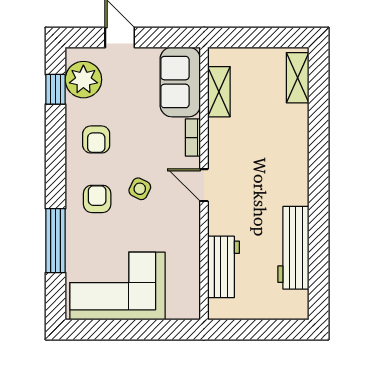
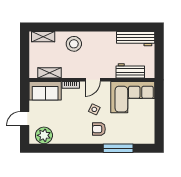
window: (55, 89) -> (48, 148), removed
armchair: (96, 139) -> (72, 129), removed
stool: (282, 144) -> (74, 44), added
workbench: (293, 248) -> (136, 39), moved
corner sofa: (117, 286) -> (133, 97), moved, turned -90

